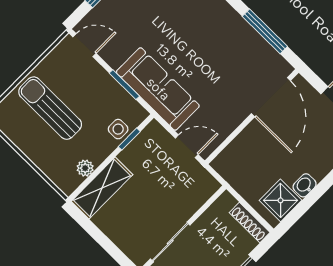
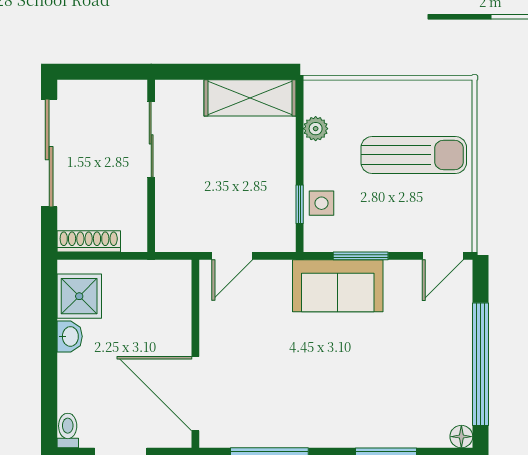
sofa: (158, 89) -> (338, 286), width x0.73
shelving: (102, 188) -> (250, 98), moved, turned 90

